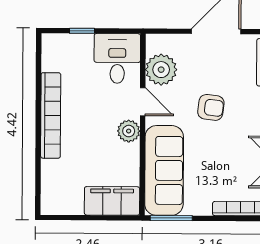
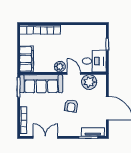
door: (143, 102) -> (74, 73), swing flipped
bookcase: (51, 115) -> (40, 30), moved

